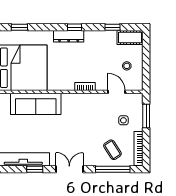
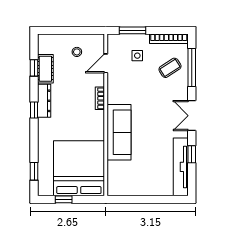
dresser: (69, 36) -> (44, 101), moved
cot: (130, 38) -> (45, 69), moved
sofa: (36, 104) -> (119, 132), moved

